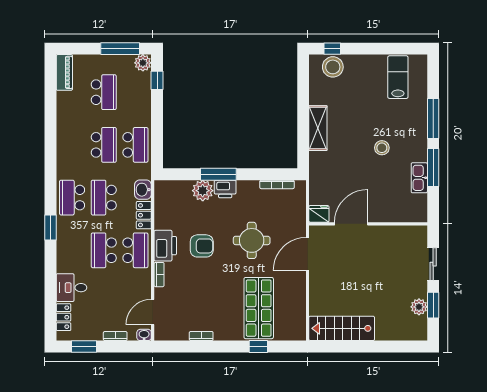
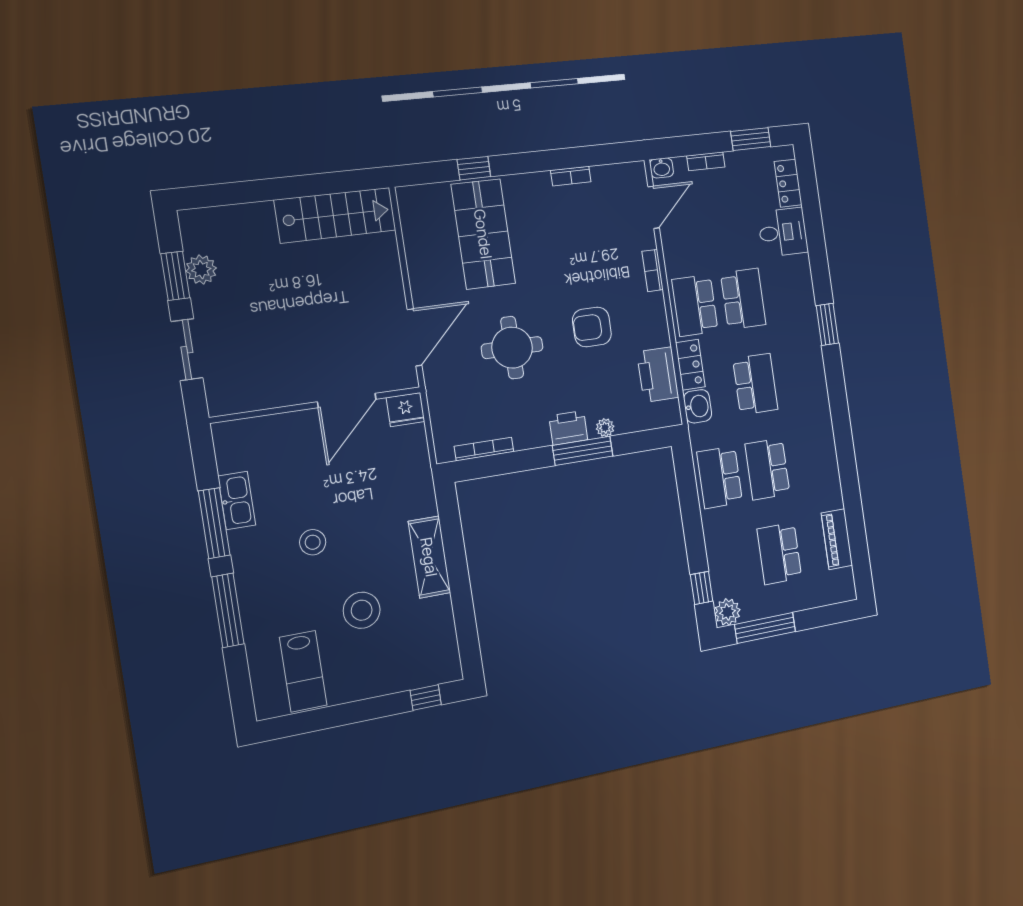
stool: (333, 67) -> (362, 610), moved
piano: (64, 72) -> (837, 539), moved
plant: (203, 191) -> (605, 428), width x0.53, depth x0.53
school desk: (72, 198) -> (802, 377), removed
printer: (165, 246) -> (658, 375), moved

